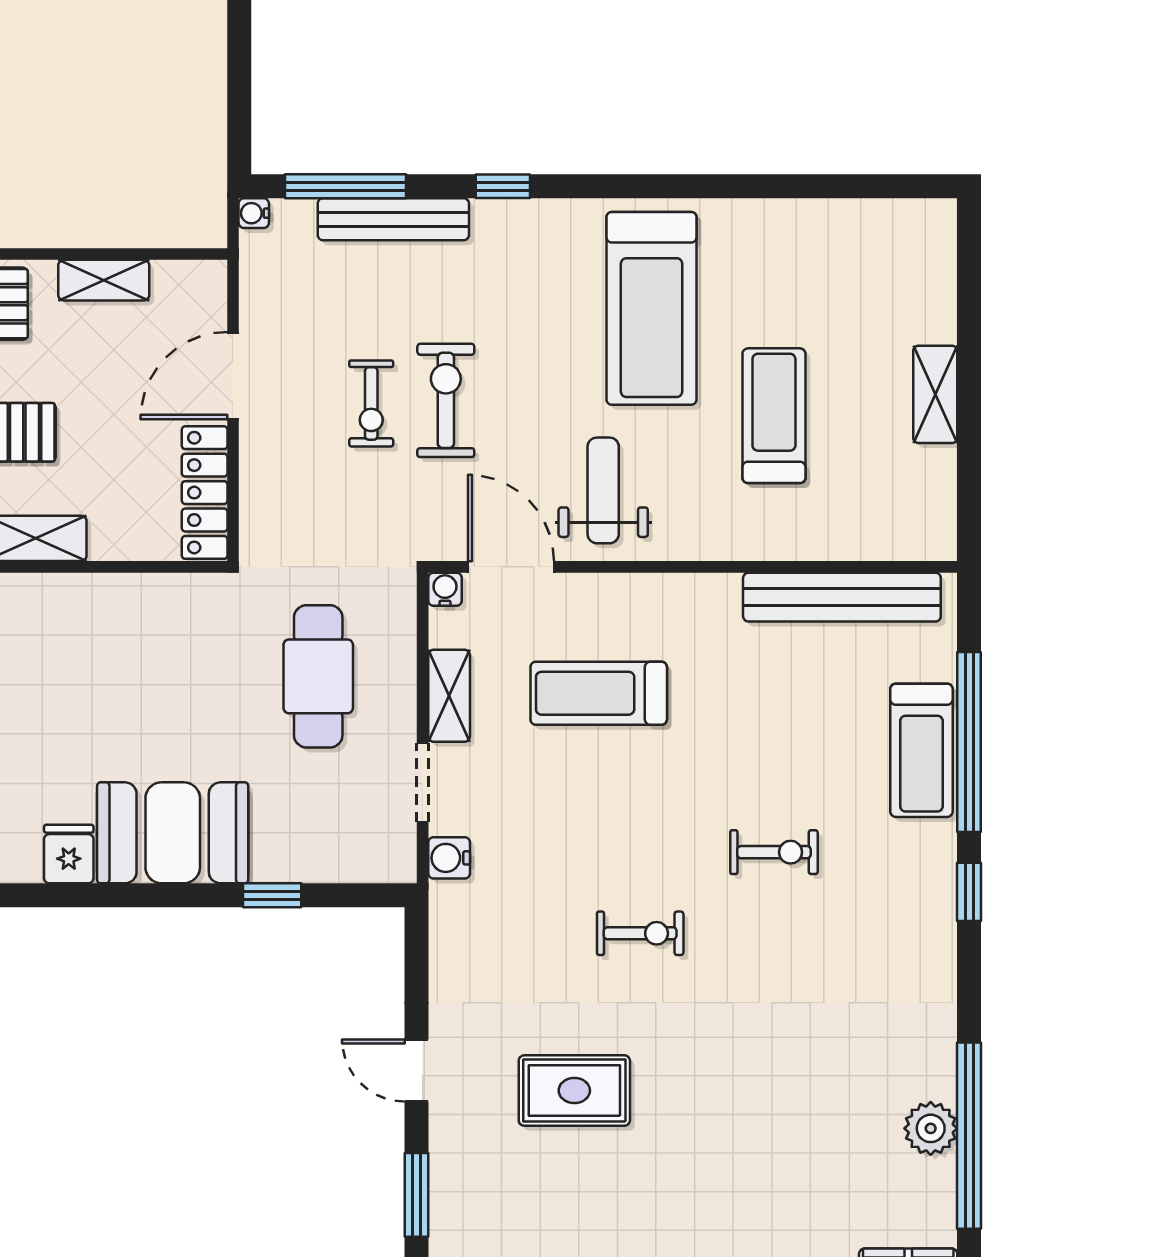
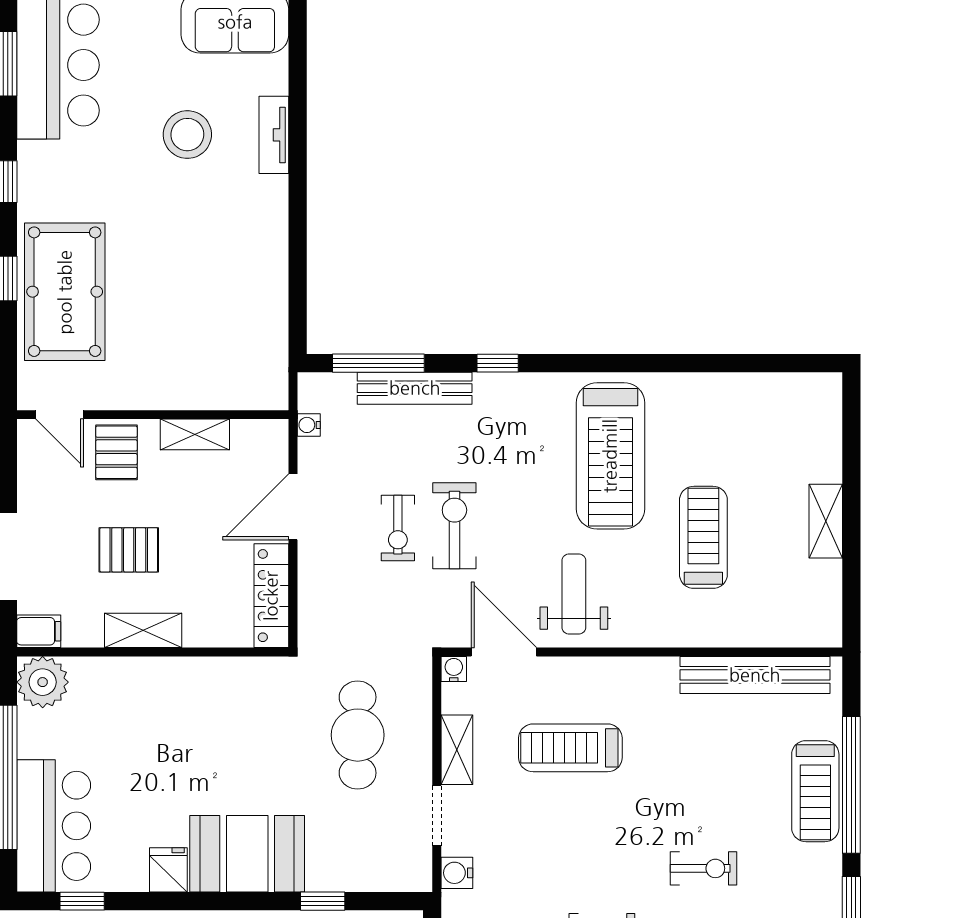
water cooler: (254, 213) -> (309, 425), moved

